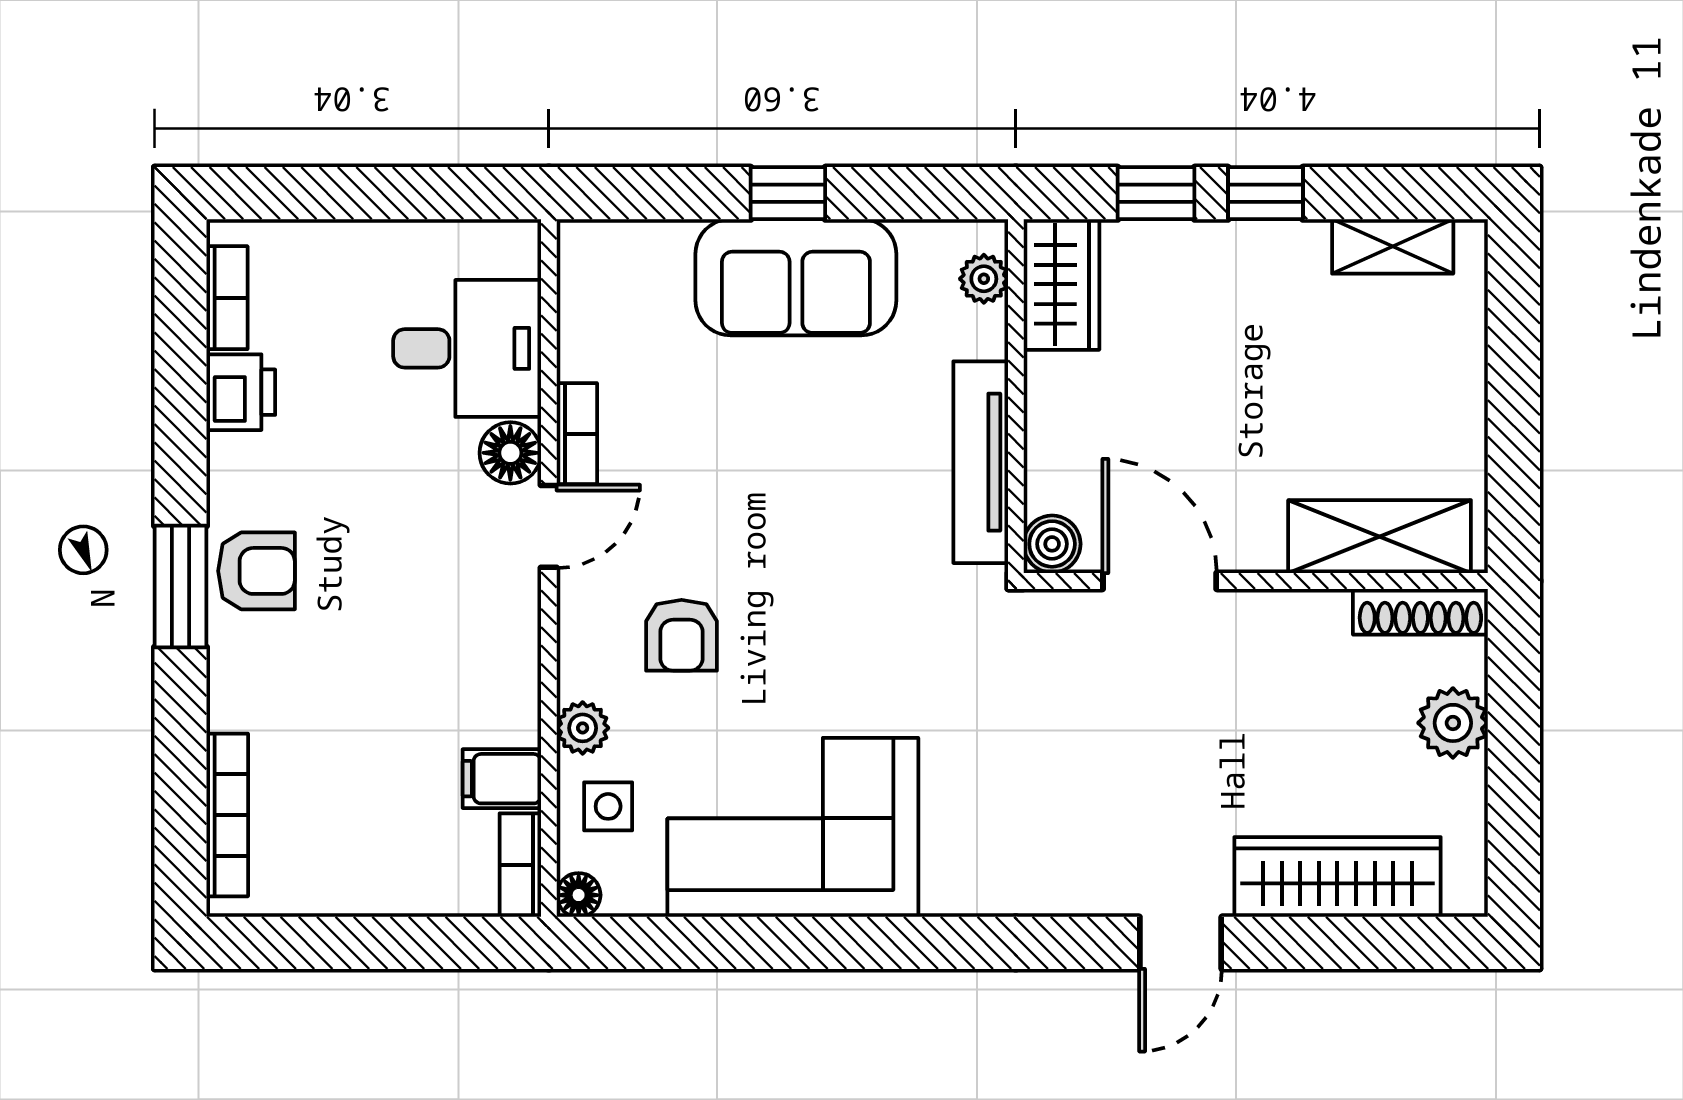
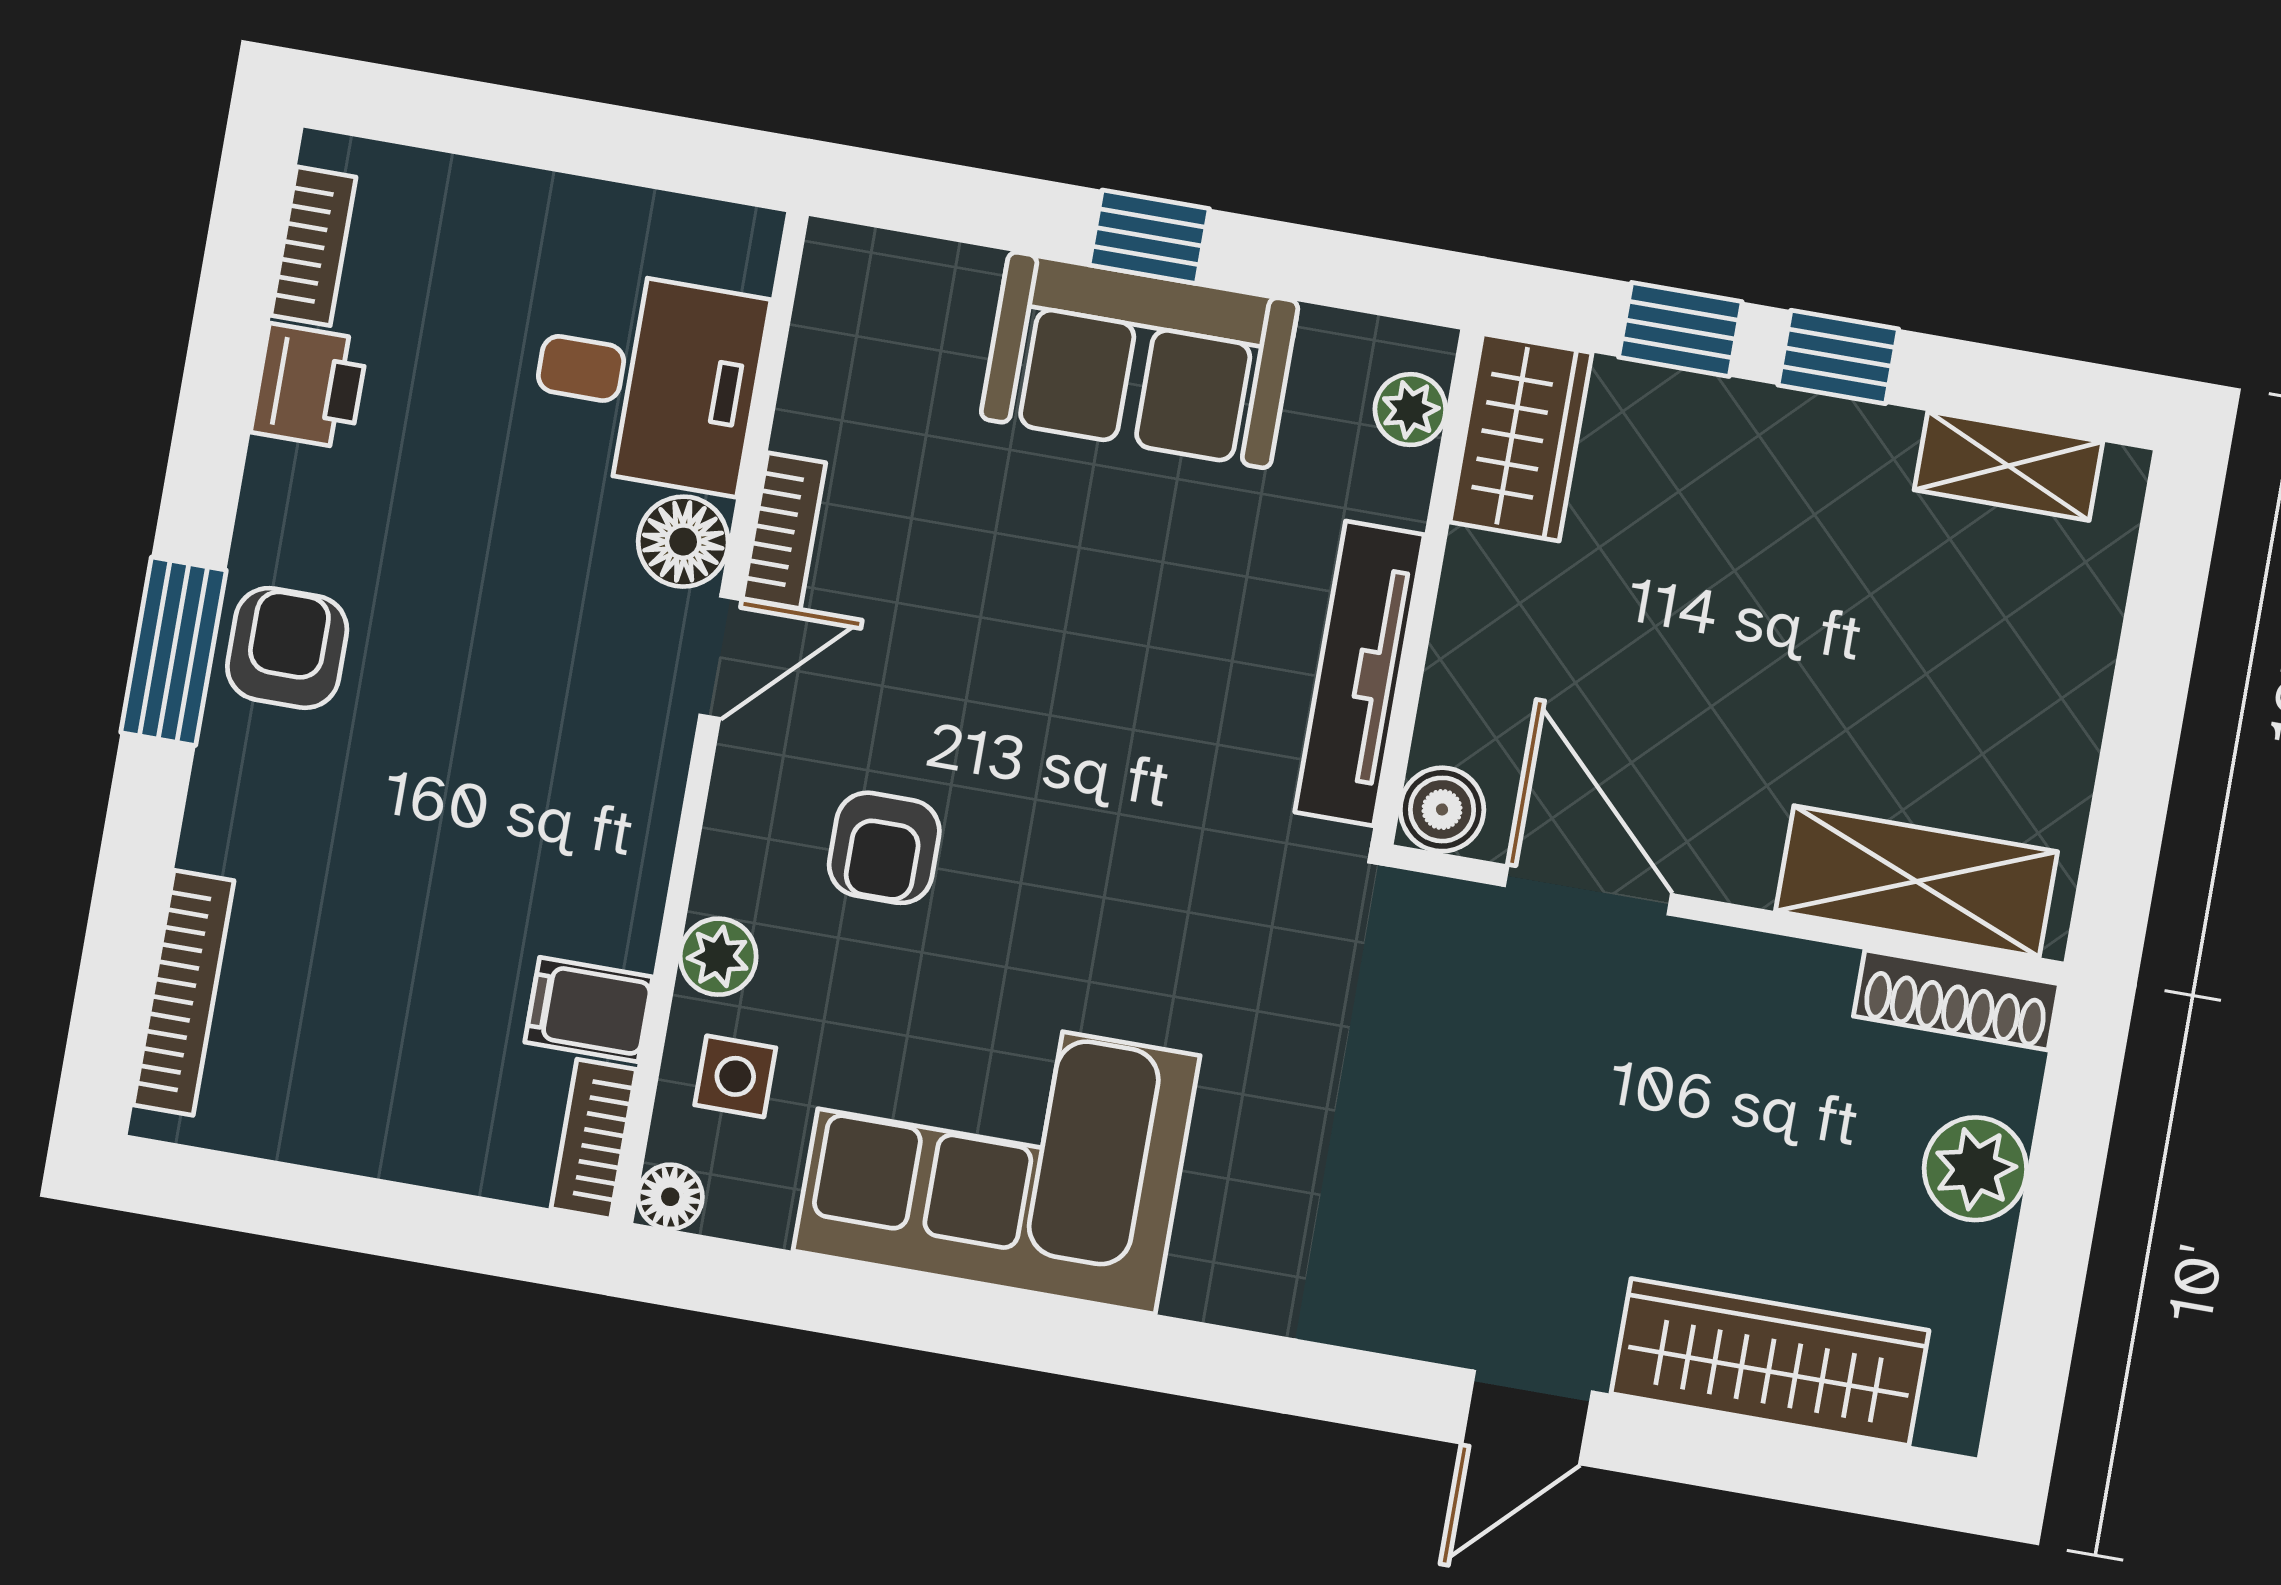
armchair: (256, 571) -> (287, 648), turned -90

